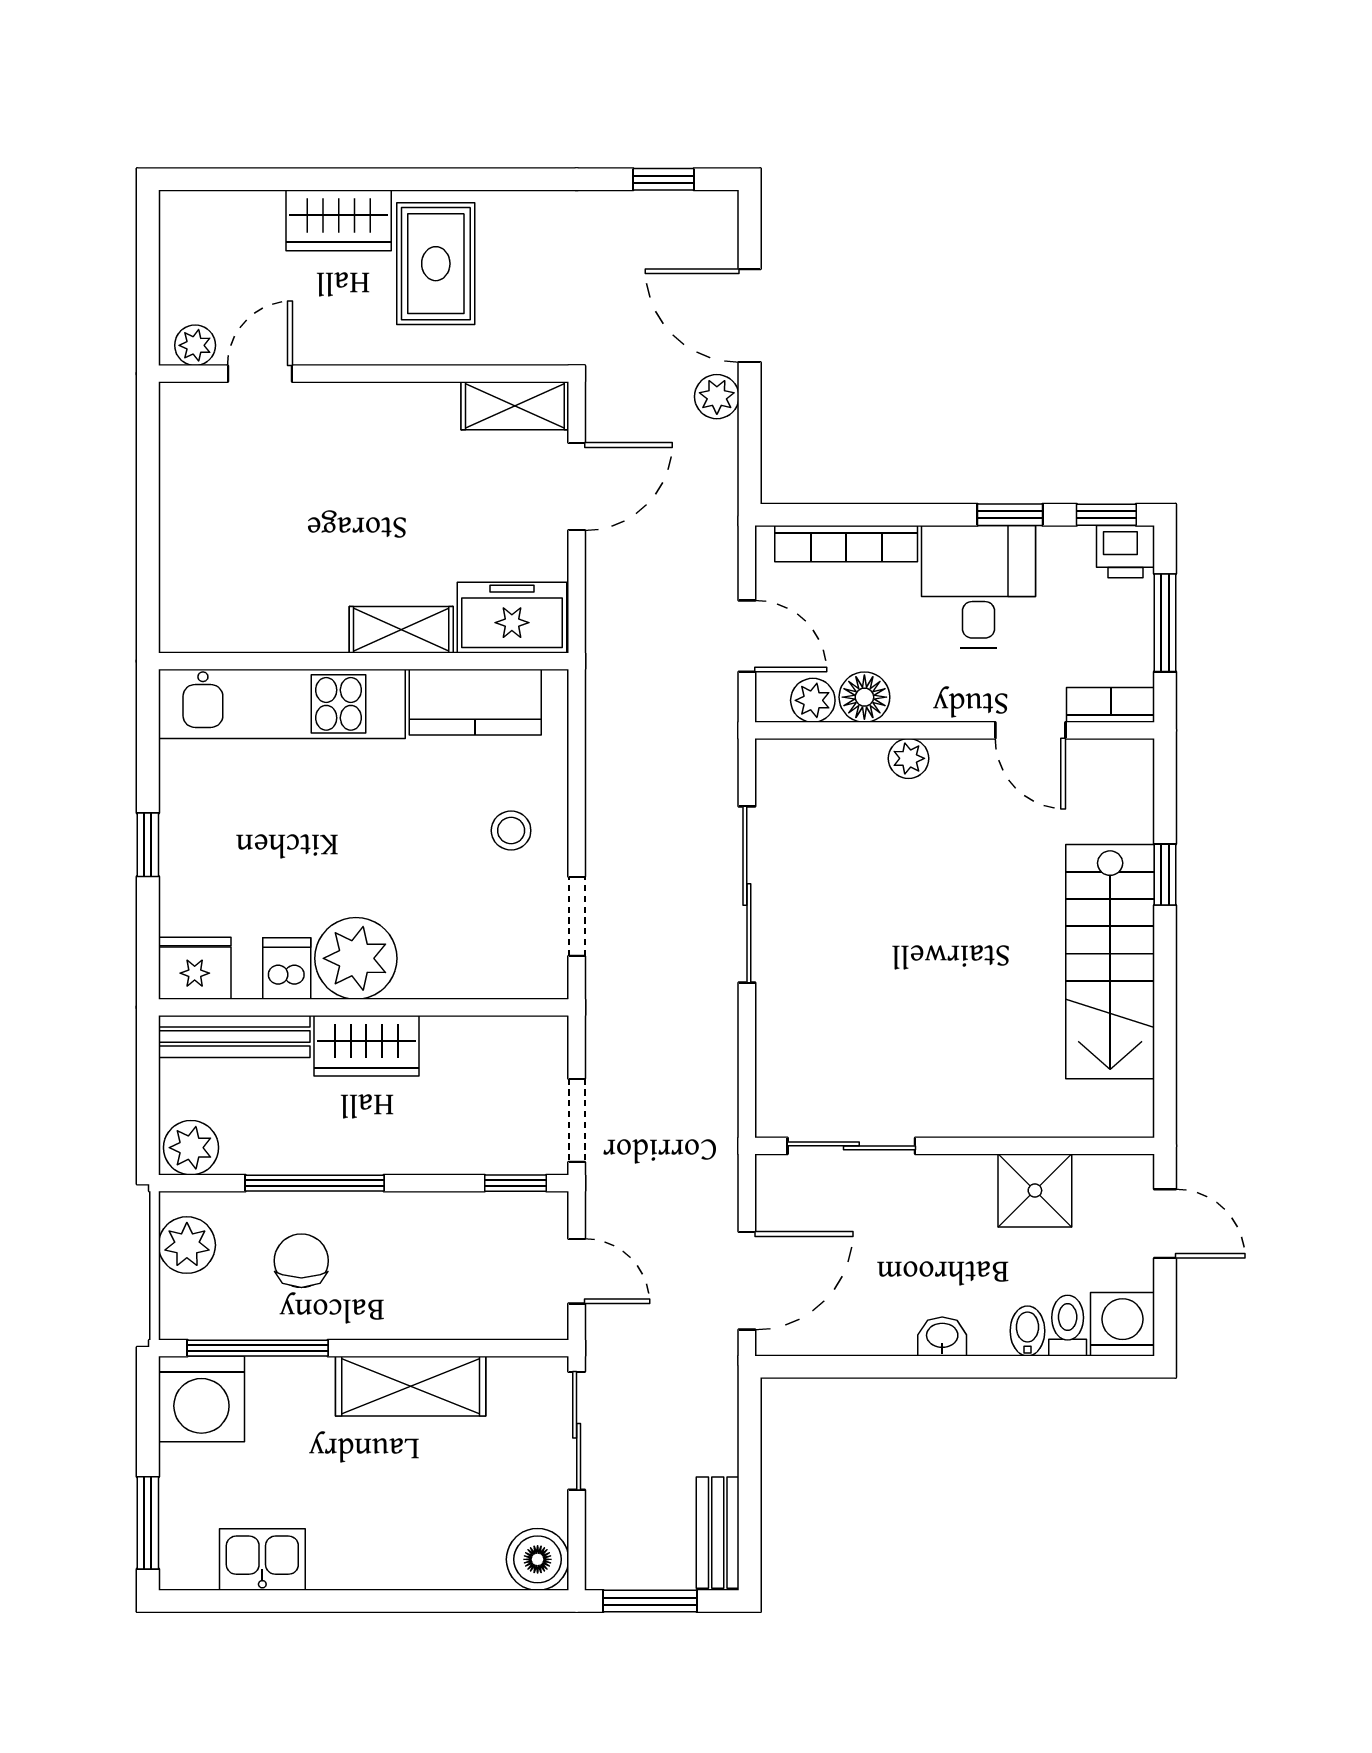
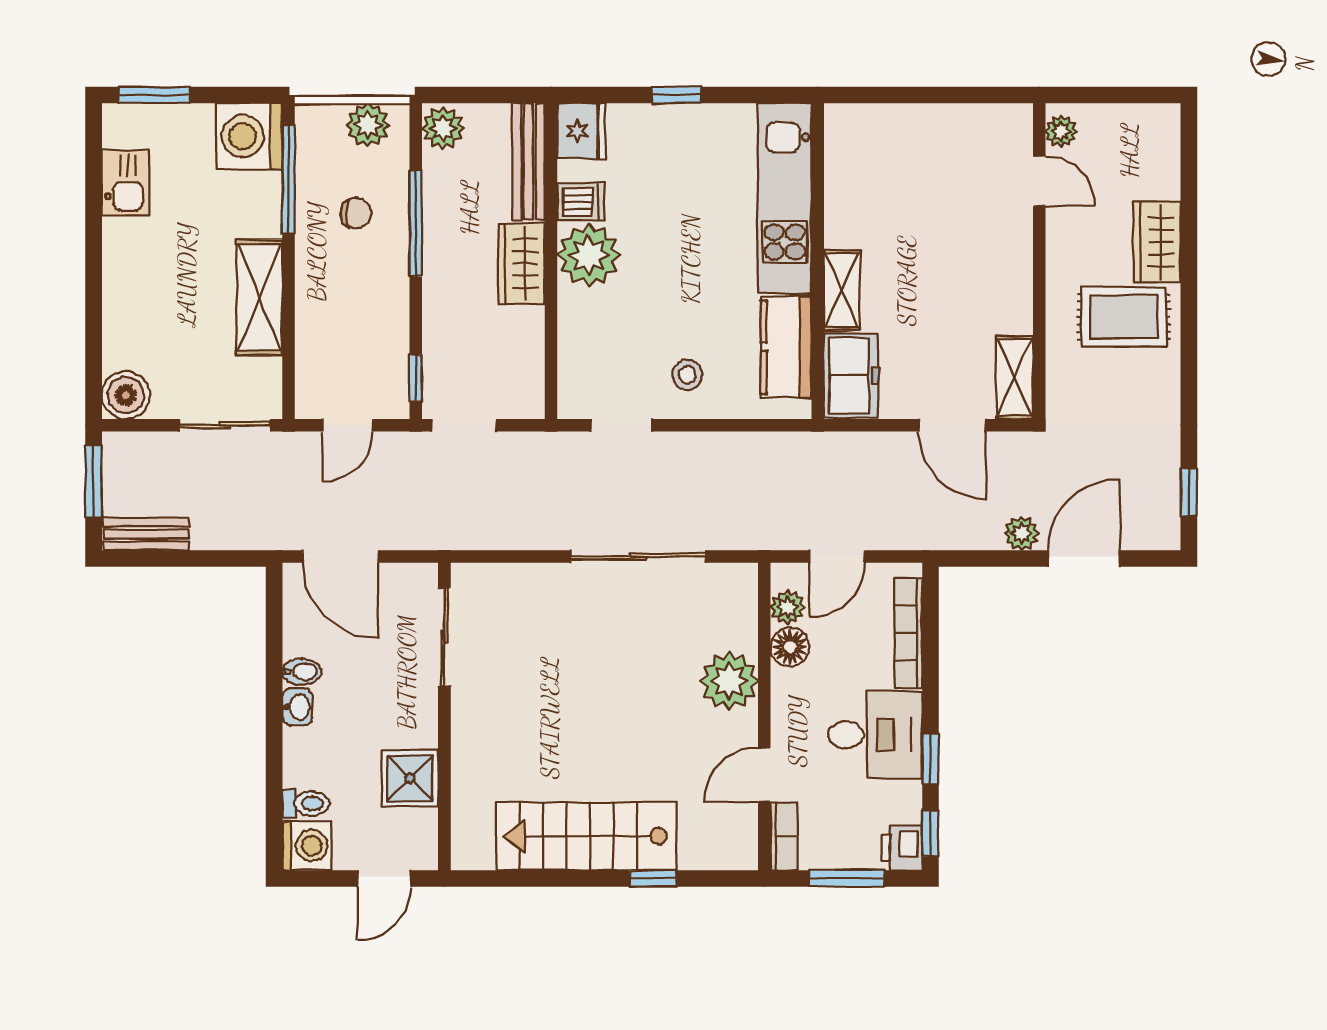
plant: (909, 758) -> (729, 681), width x1.87, depth x1.87
chair: (301, 1261) -> (356, 213), width x0.73, depth x0.73
bidet: (1027, 1331) -> (302, 672), moved

